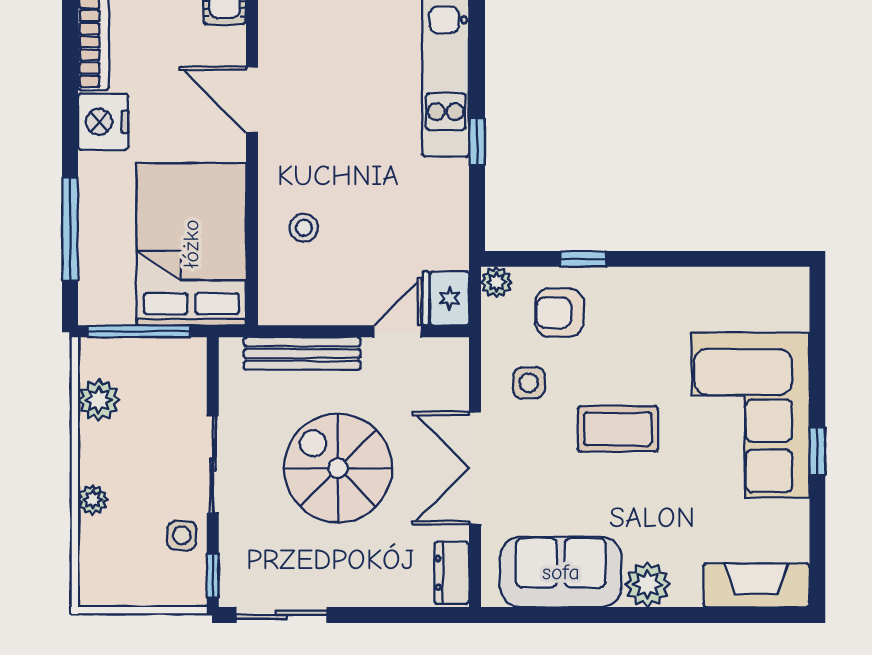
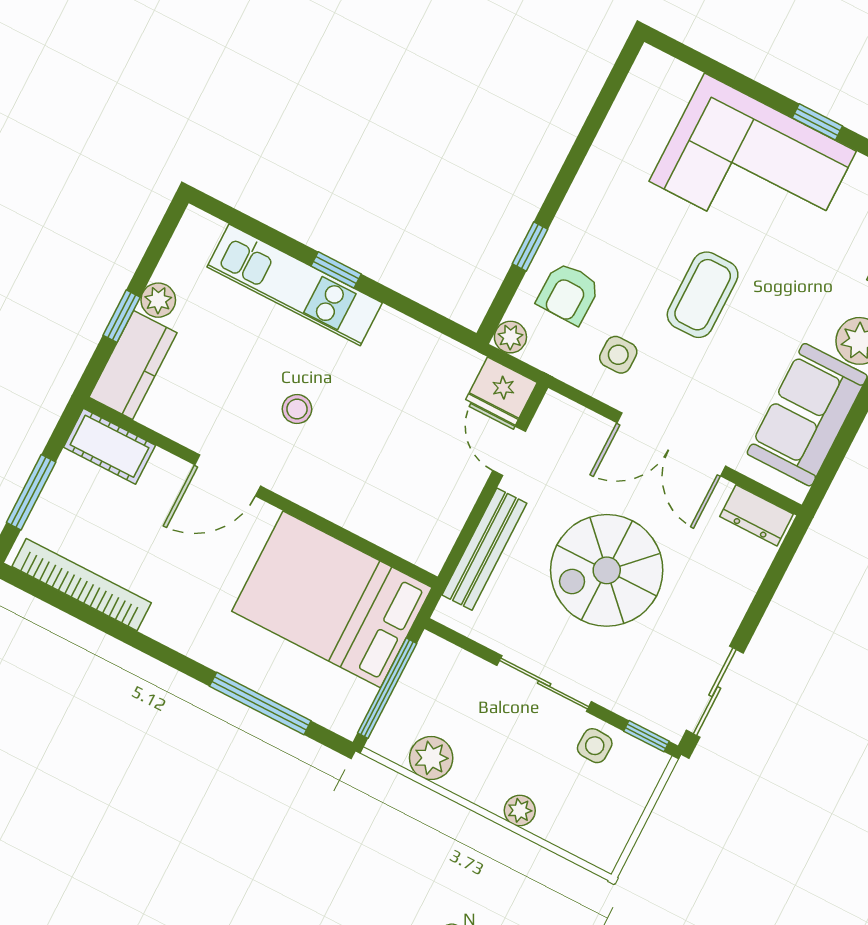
nightstand: (103, 122) -> (178, 623), removed
window: (477, 142) -> (336, 270), moved
stool: (304, 228) -> (297, 409), moved

